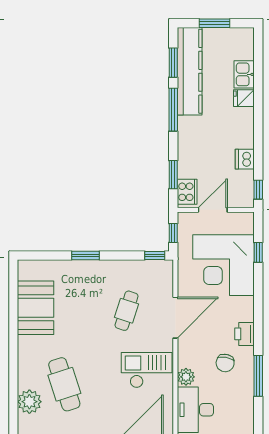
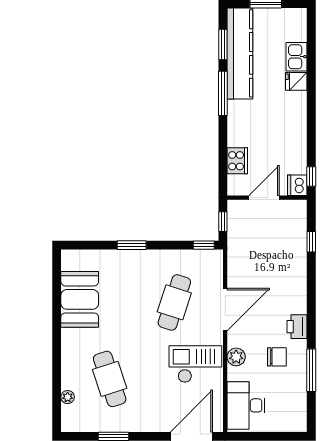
dishwasher: (245, 159) -> (297, 185), moved
window: (173, 175) -> (223, 161), removed
cooker: (187, 192) -> (237, 161), moved
corner desk: (223, 265) -> (275, 255), removed
cafe table: (127, 311) -> (174, 302), width x1.37, depth x1.35
chair: (225, 363) -> (277, 357), turned -101
plant: (186, 377) -> (236, 357), moved
plant: (29, 402) -> (68, 397), width x0.53, depth x0.53

